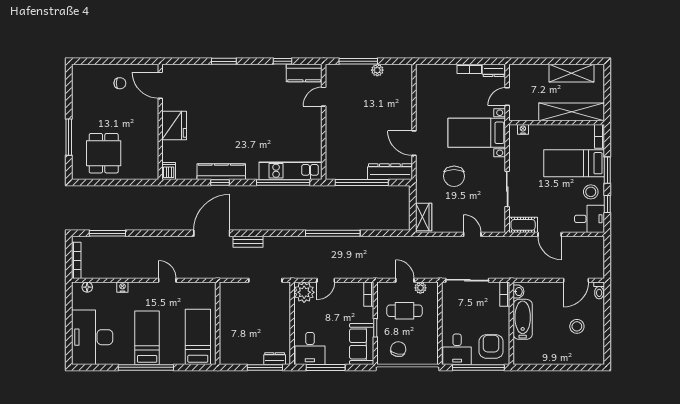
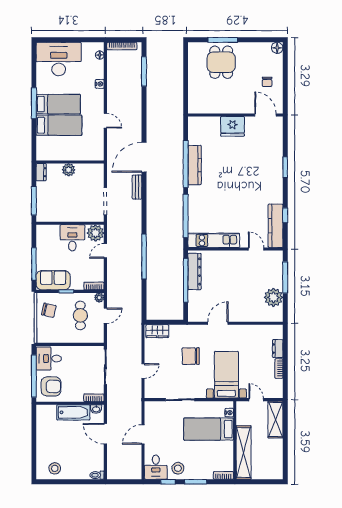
plant: (377, 70) -> (273, 297), width x1.87, depth x1.87
dresser: (494, 70) -> (278, 349), moved
floor lamp: (79, 71) -> (277, 48), added
kitchen counter: (304, 73) -> (276, 226), width x1.50
shelving: (572, 73) -> (275, 419), moved
door: (160, 85) -> (265, 115), hinge flipped
dining table: (104, 153) -> (221, 62), moved, turned 90
bed: (574, 163) -> (209, 429), moved, turned -90
dishwasher: (169, 171) -> (195, 122), removed
kitchen unit: (291, 171) -> (214, 240), moved, turned -90
dresser: (390, 172) -> (195, 271), moved
window: (220, 182) -> (186, 164), width x3.17
cot: (523, 225) -> (151, 413), removed
door: (212, 233) -> (144, 157), swing flipped
door: (167, 280) -> (105, 121), hinge flipped
door: (326, 280) -> (105, 251), hinge flipped
door: (576, 280) -> (105, 434), moved
plant: (420, 288) -> (99, 298), moved
plant: (227, 325) -> (69, 170), added
stool: (577, 326) -> (55, 468), moved
bed: (198, 337) -> (59, 125), moved
desk: (310, 348) -> (72, 238), moved, turned 90
dresser: (275, 359) -> (41, 172), moved
window: (146, 367) -> (34, 103), width x0.68
window: (326, 367) -> (34, 264), moved

